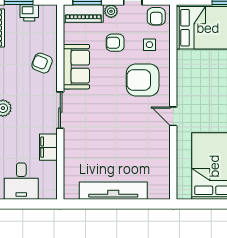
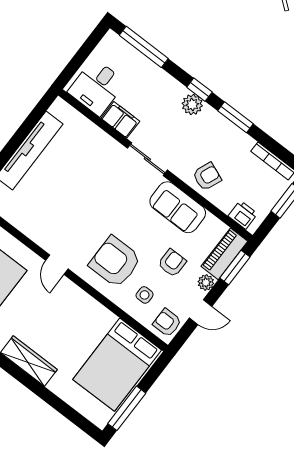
printer: (29, 13) -> (243, 215), moved, turned 90
armchair: (143, 80) -> (115, 262), turned -90
door: (173, 116) -> (57, 265), swing flipped
desk: (21, 181) -> (97, 87), moved, turned -90

